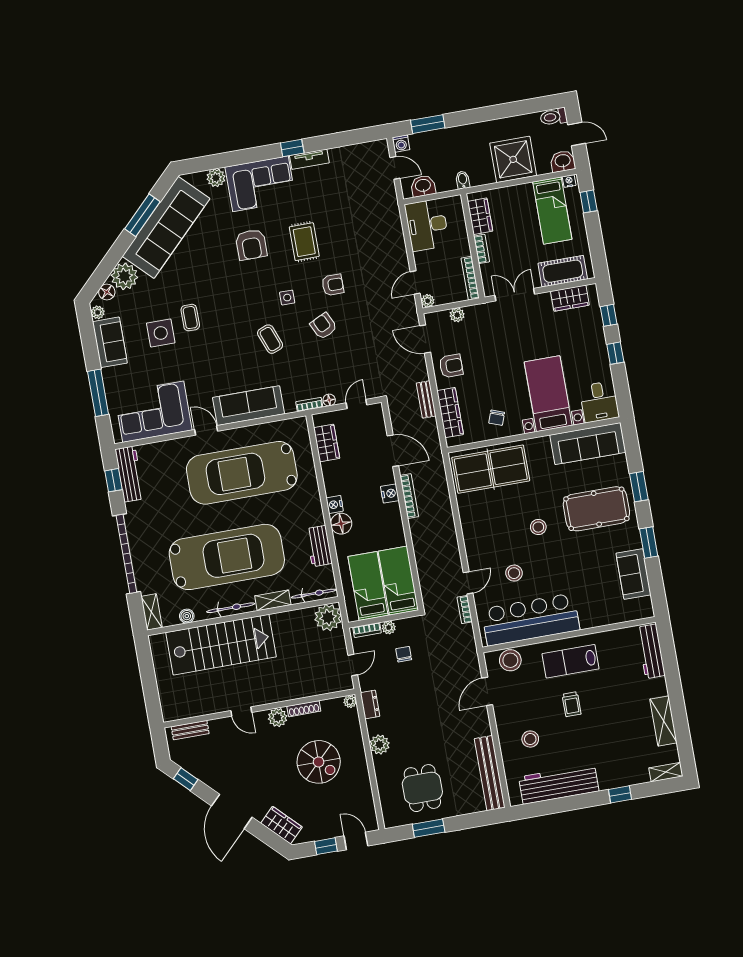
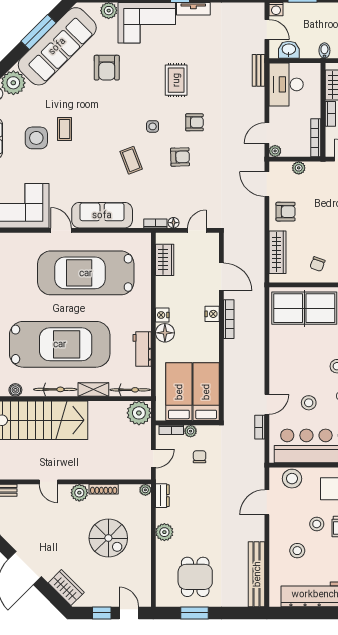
armchair: (251, 245) -> (107, 68), moved
armchair: (324, 326) -> (180, 157), turned 114
bench: (426, 399) -> (259, 70), moved
stool: (547, 706) -> (317, 524), added

